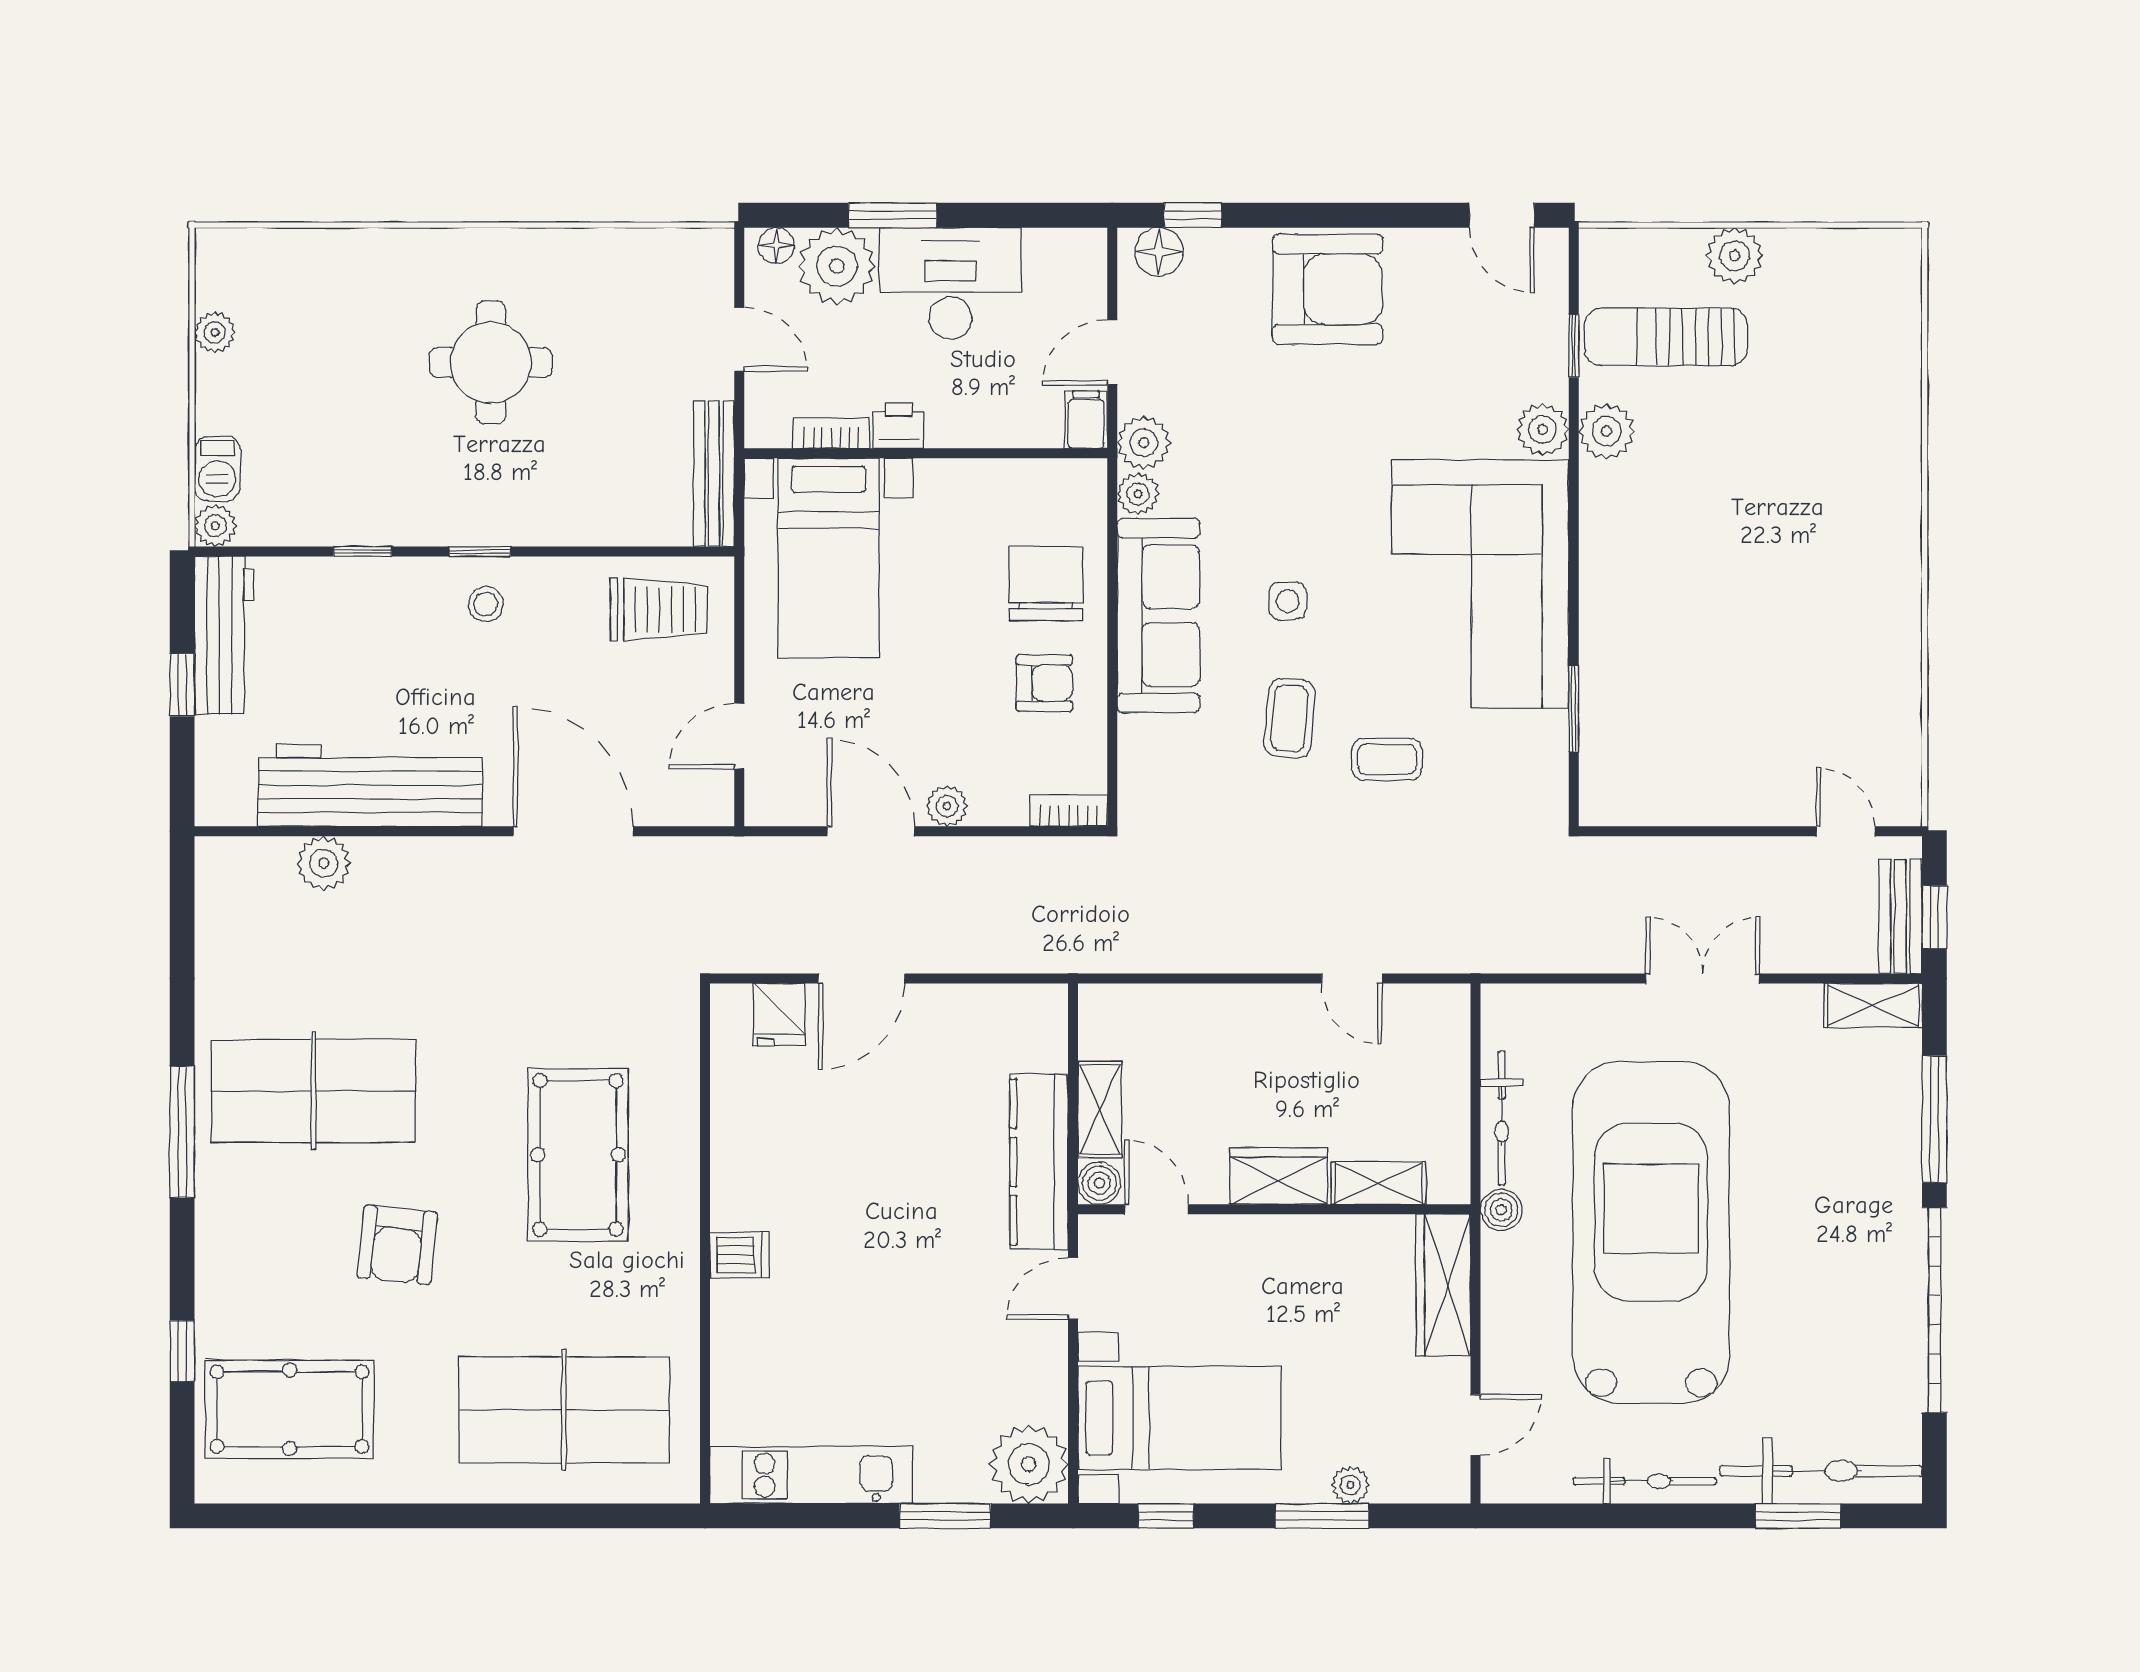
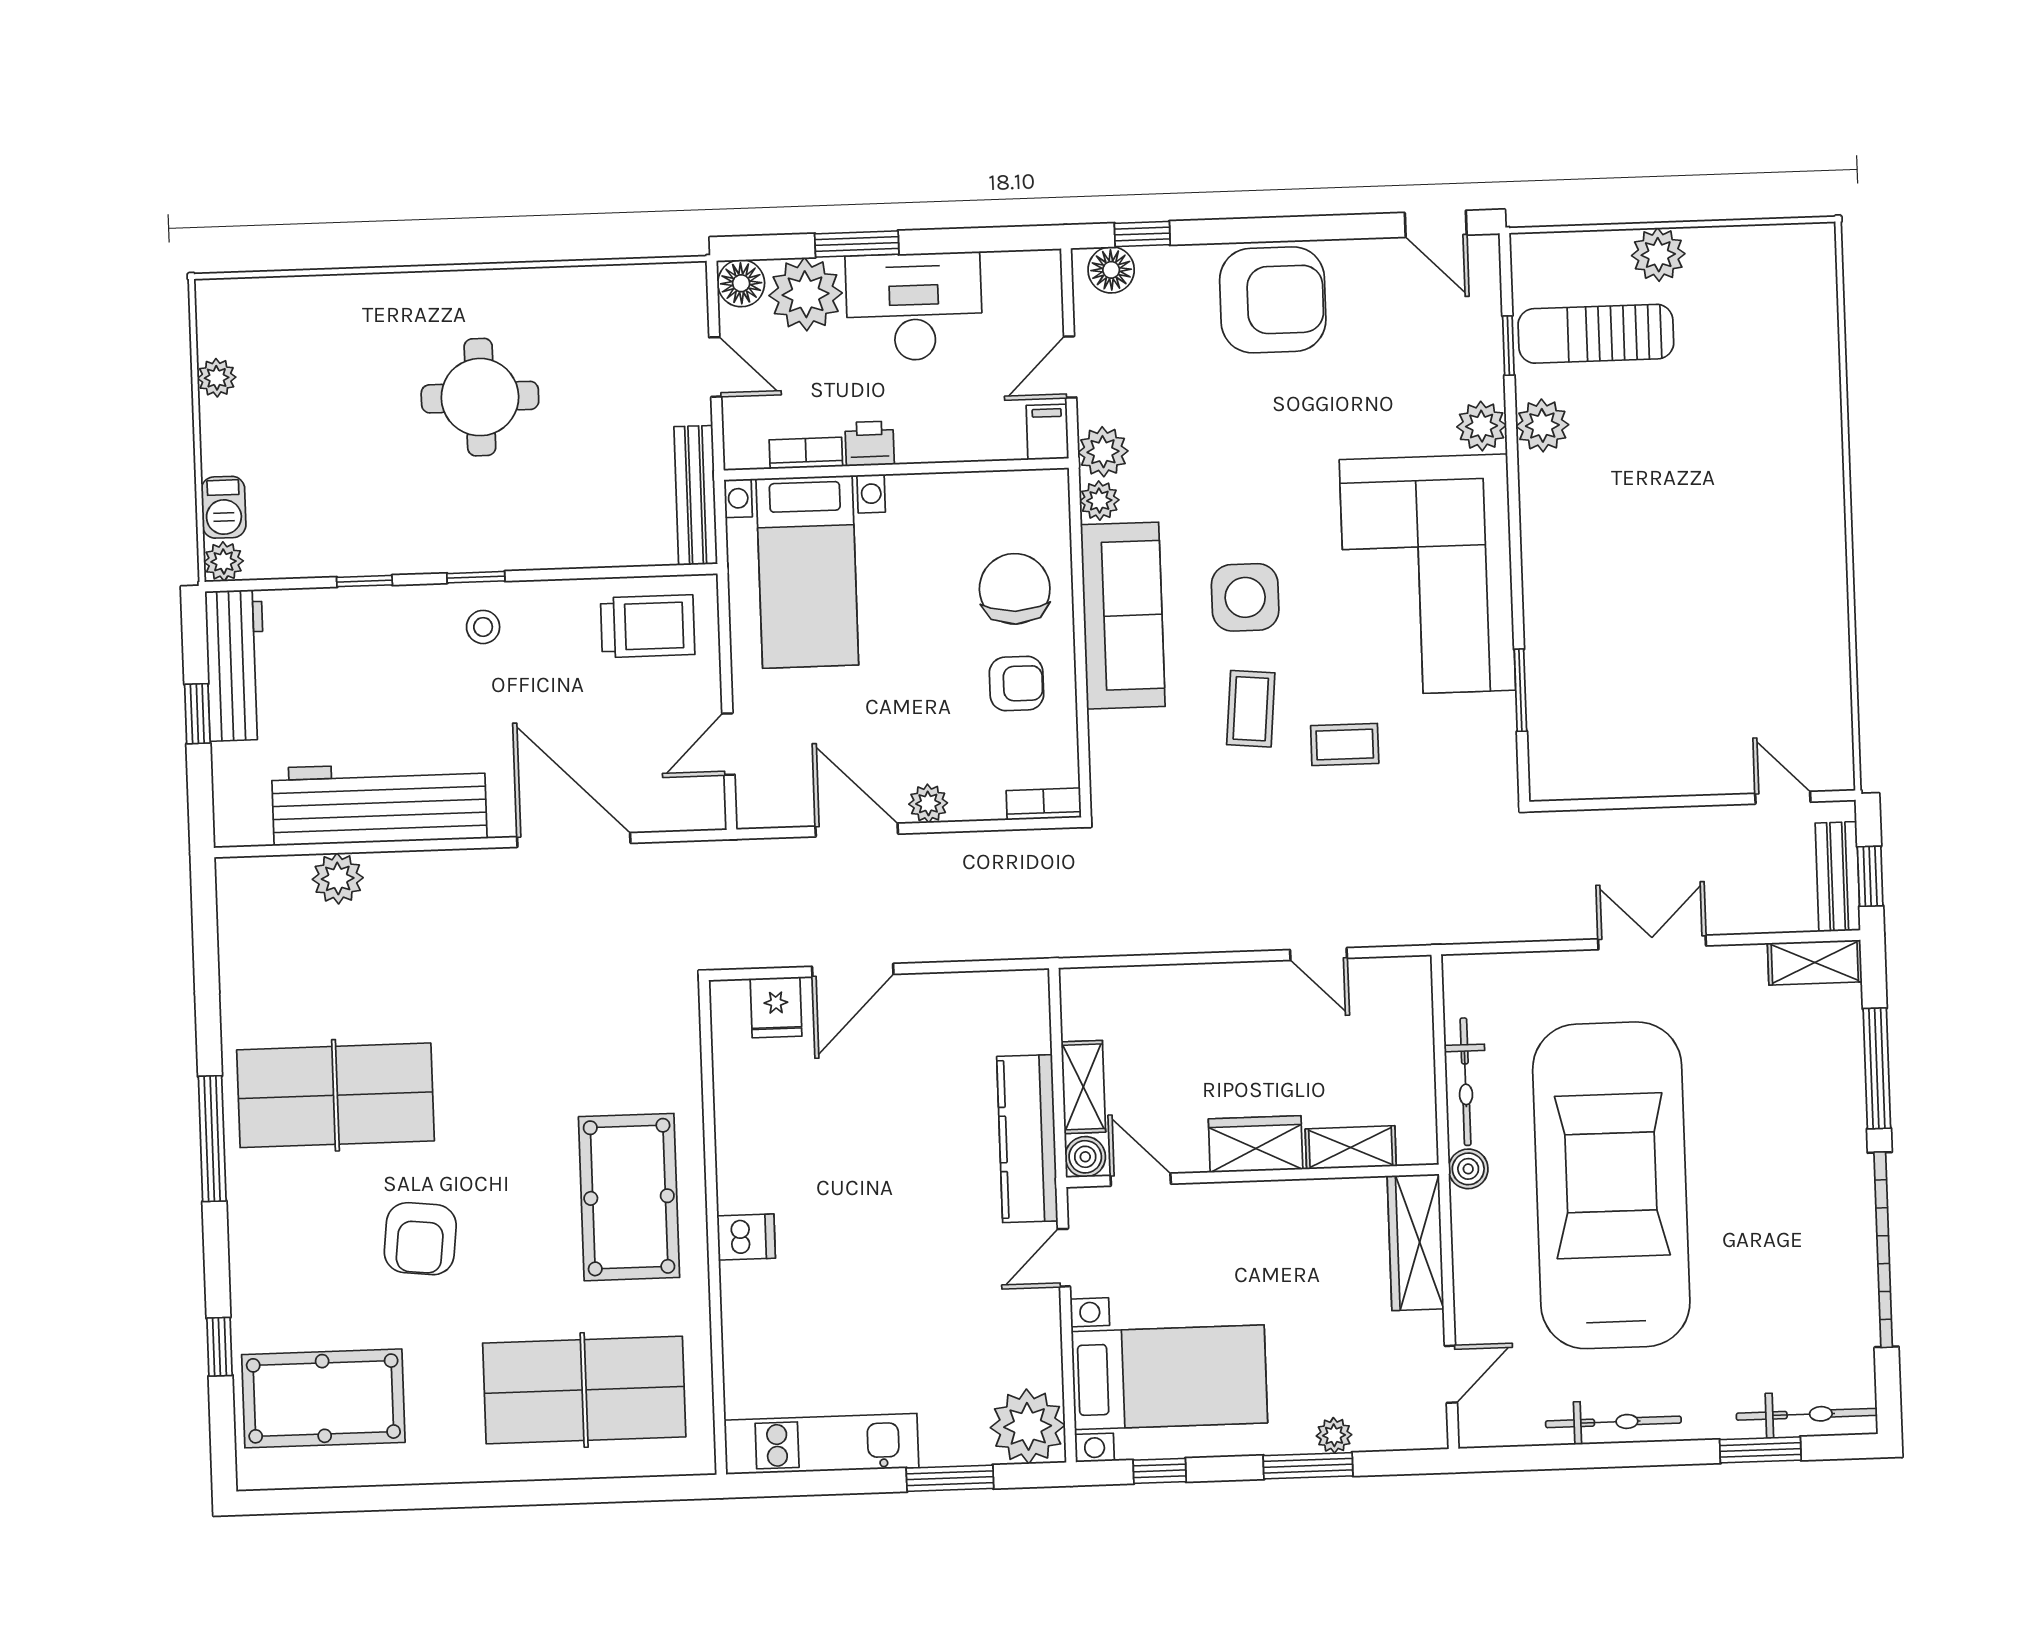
floor lamp: (776, 246) -> (741, 283), width x1.37, depth x1.37
side table: (1288, 601) -> (1245, 597), width x1.87, depth x1.87
pool table: (578, 1155) -> (629, 1197), moved
bicycle: (1821, 1471) -> (1807, 1414), width x0.73, depth x0.71

